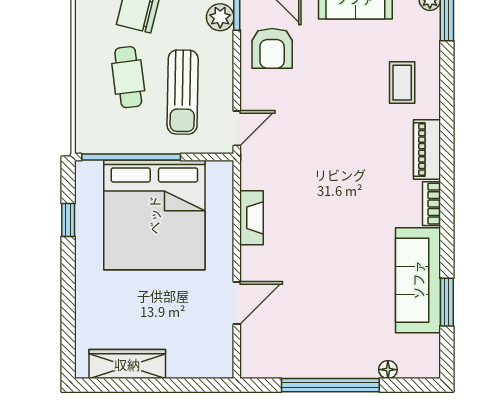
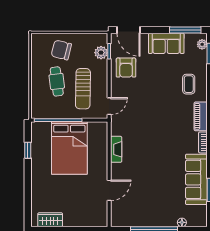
bed: (154, 215) -> (69, 148), width x0.73
wardrobe: (127, 364) -> (50, 220), width x0.67

